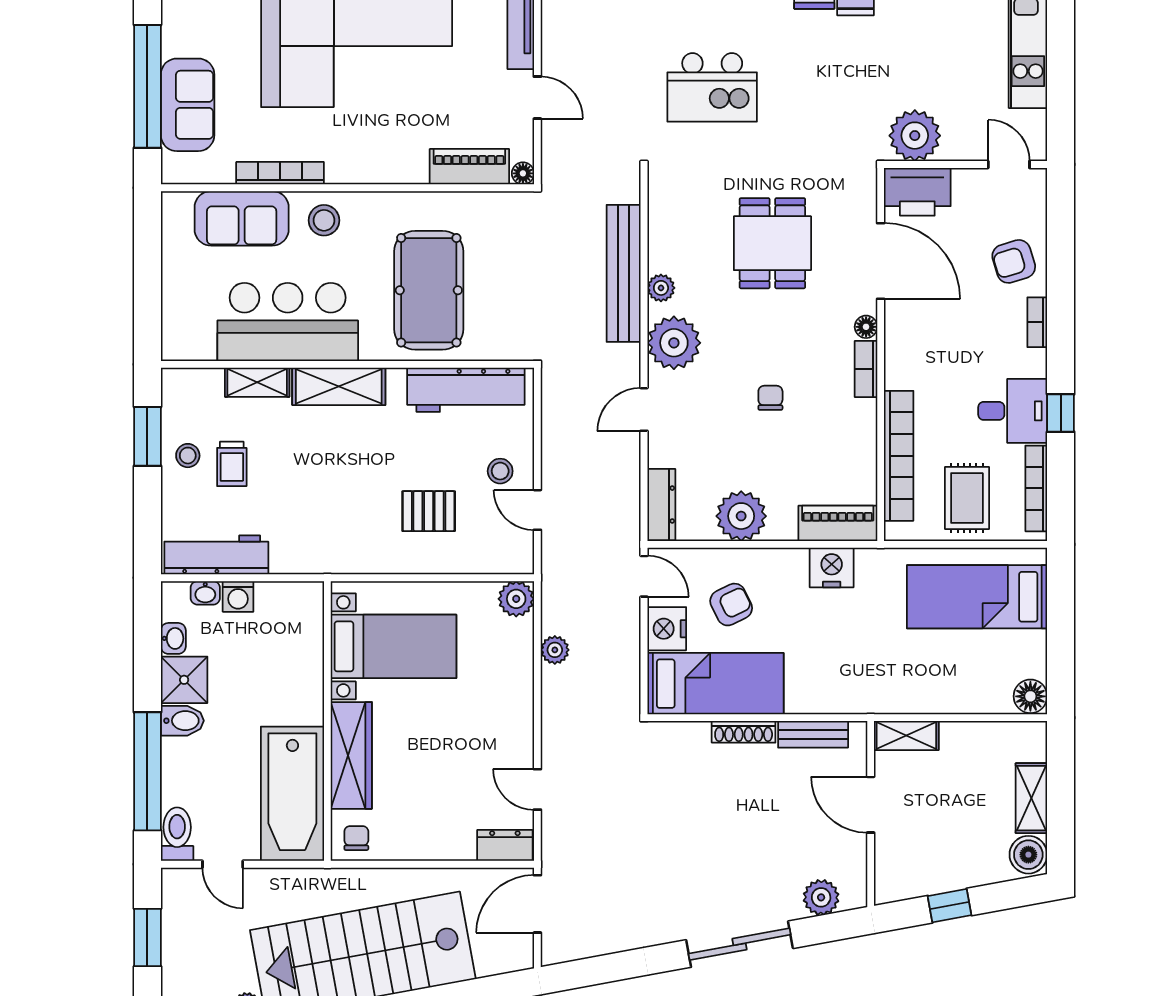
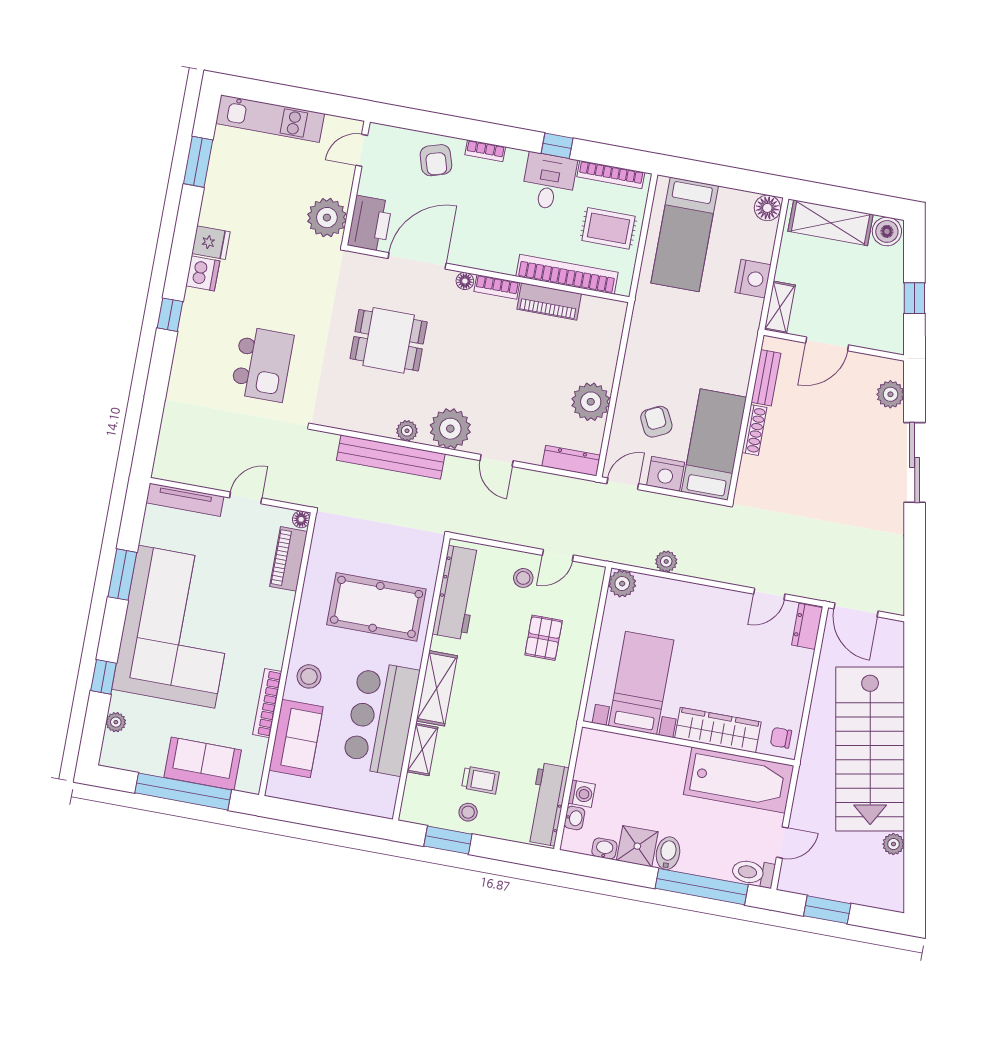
chair: (770, 398) -> (505, 363), removed
piano: (838, 523) -> (549, 301), moved, turned -90
nightstand: (832, 567) -> (753, 279), moved, turned 180
shelving: (1031, 798) -> (831, 223), width x1.50, depth x1.33

